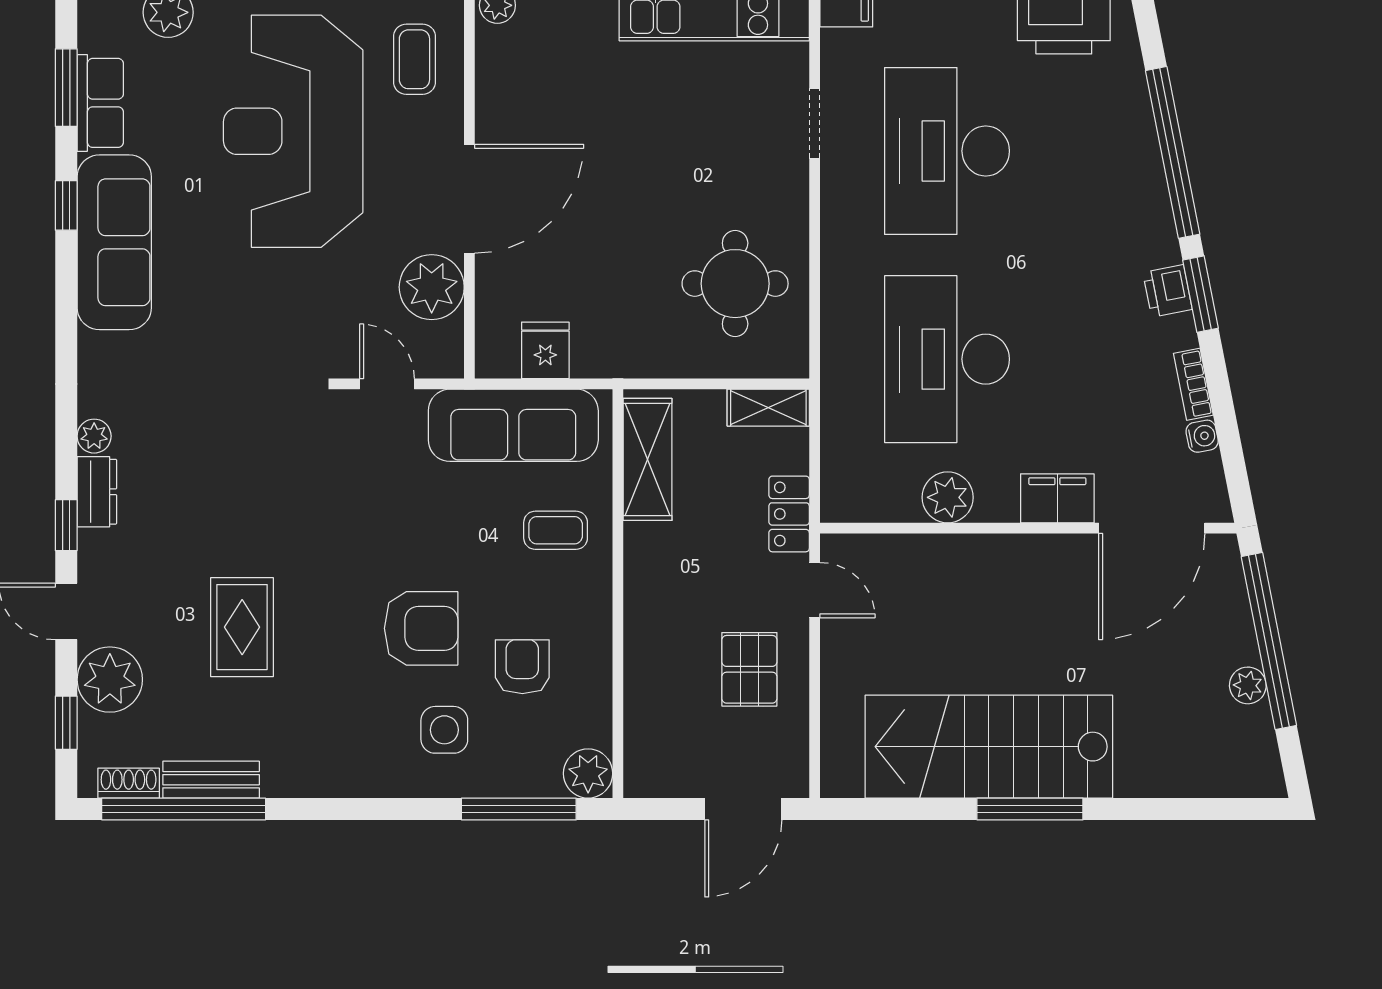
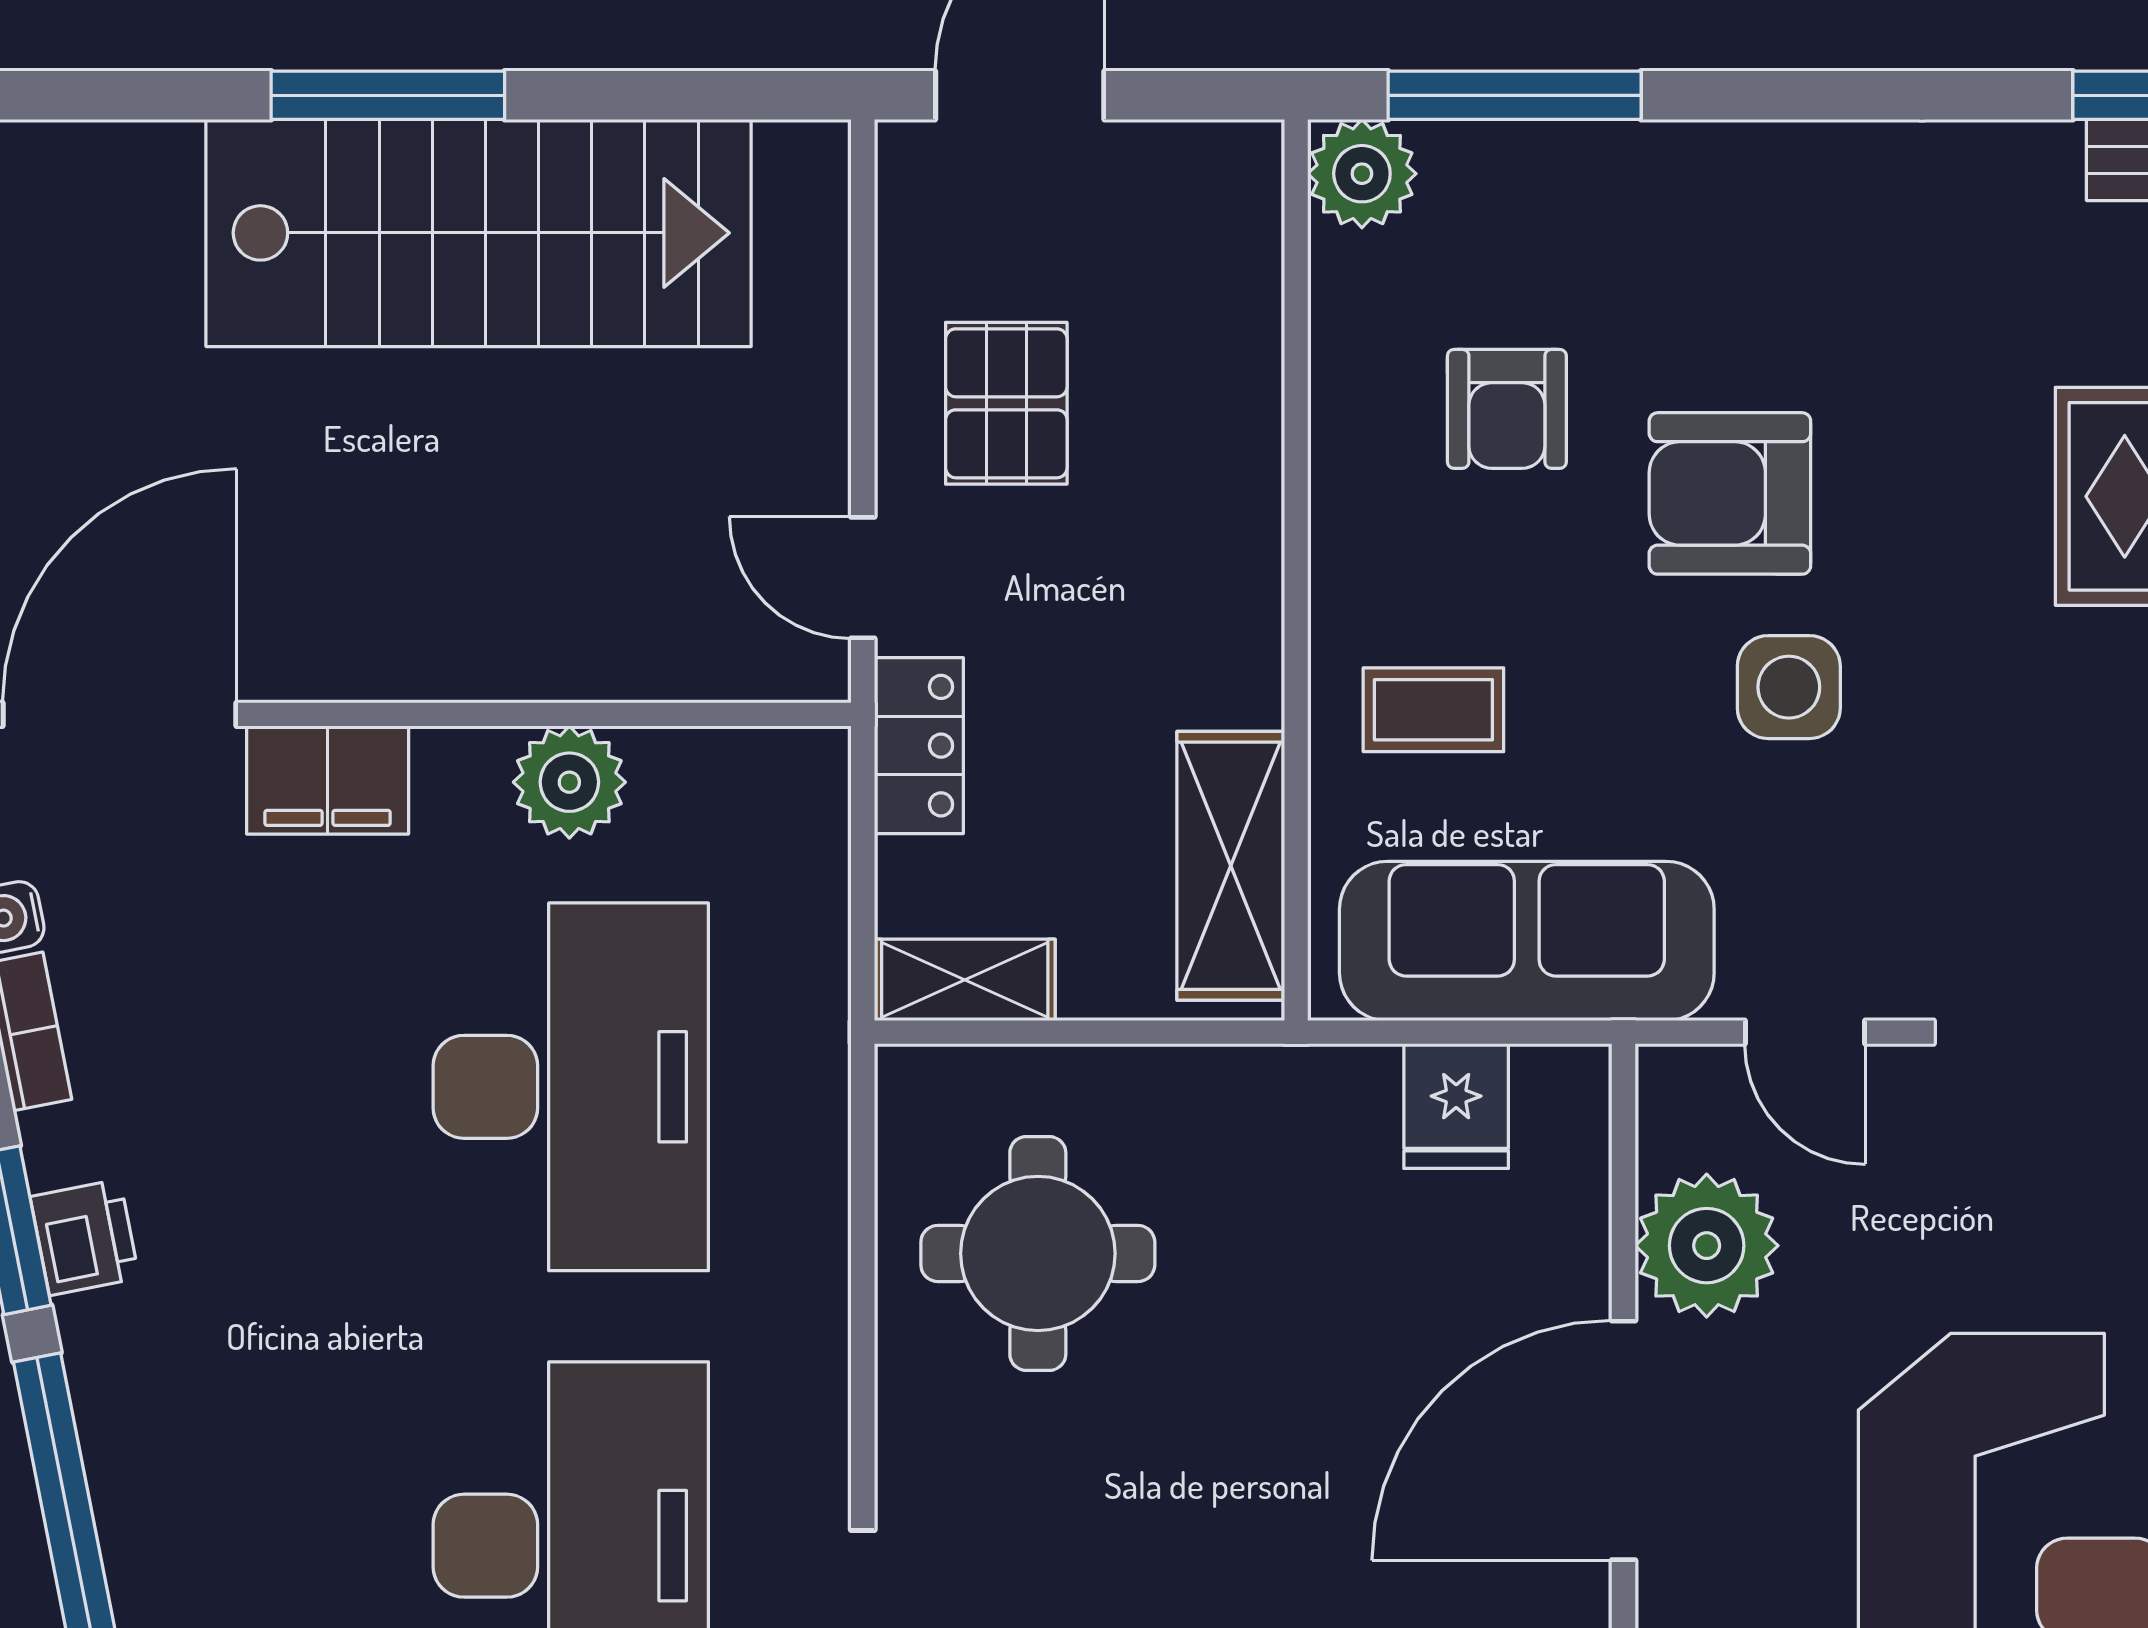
side table: (444, 730) -> (1789, 687), moved

